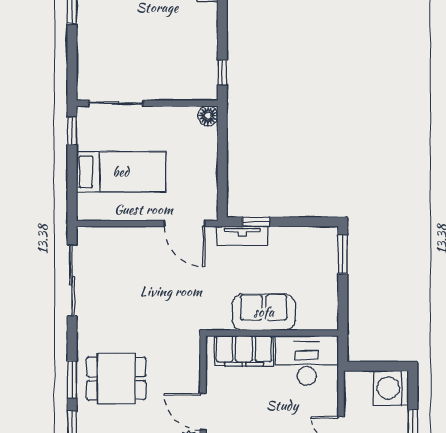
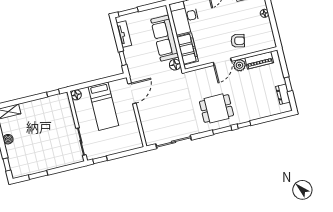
bed: (121, 172) -> (103, 106), moved, turned 180
tv unit: (242, 236) -> (124, 34), moved
sofa: (264, 312) -> (165, 38), width x1.36
floor lamp: (220, 320) -> (175, 65), added
dining table: (116, 379) -> (216, 108), turned 90

